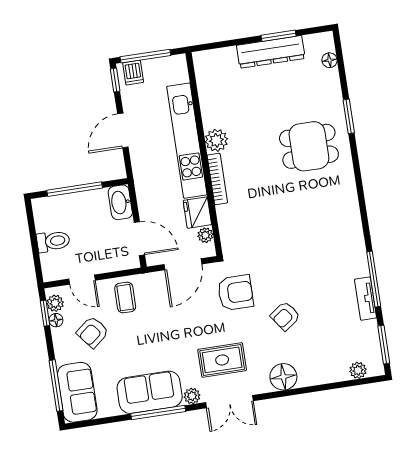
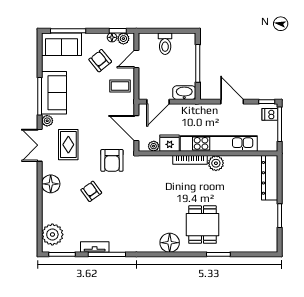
dresser: (271, 52) -> (270, 178), moved
floor lamp: (330, 60) -> (170, 243), moved, width x1.89, depth x1.89
plant: (358, 370) -> (52, 234), width x1.87, depth x1.87

